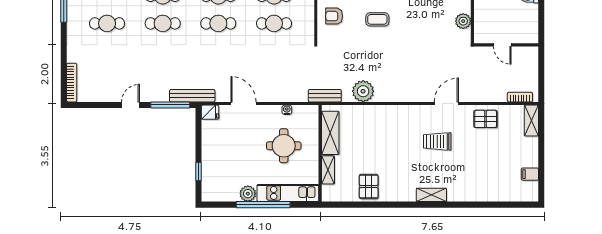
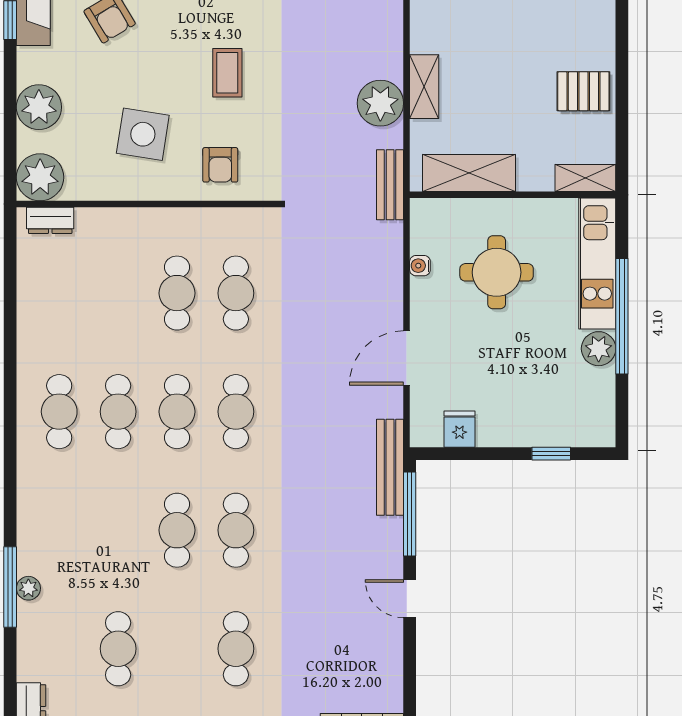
fridge: (210, 112) -> (459, 429), moved
shelving: (371, 112) -> (424, 87), added
shelving: (328, 170) -> (585, 178), moved

